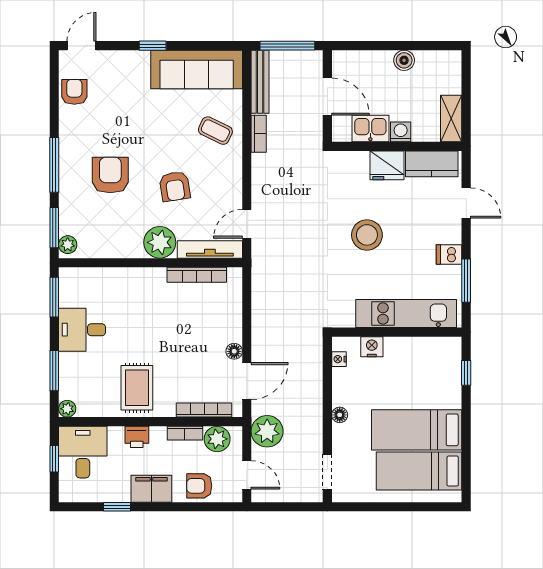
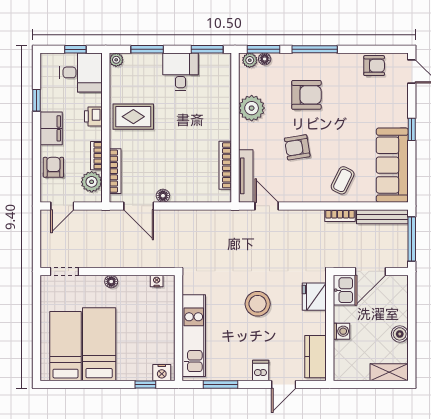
shelving: (451, 119) -> (389, 372), moved
kitchen sink: (370, 129) -> (344, 290), moved
fridge: (387, 165) -> (314, 297), moved
floor lamp: (66, 226) -> (265, 59), added
plant: (160, 242) -> (252, 108), moved
dishwasher: (449, 255) -> (261, 370), moved
nightstand: (372, 347) -> (162, 373), moved, turned 90
plant: (267, 431) -> (98, 222), removed

